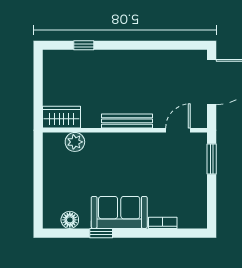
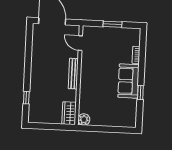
plant: (75, 142) -> (84, 119), moved
window: (212, 159) -> (112, 24), moved
floor lamp: (70, 220) -> (132, 111), removed

